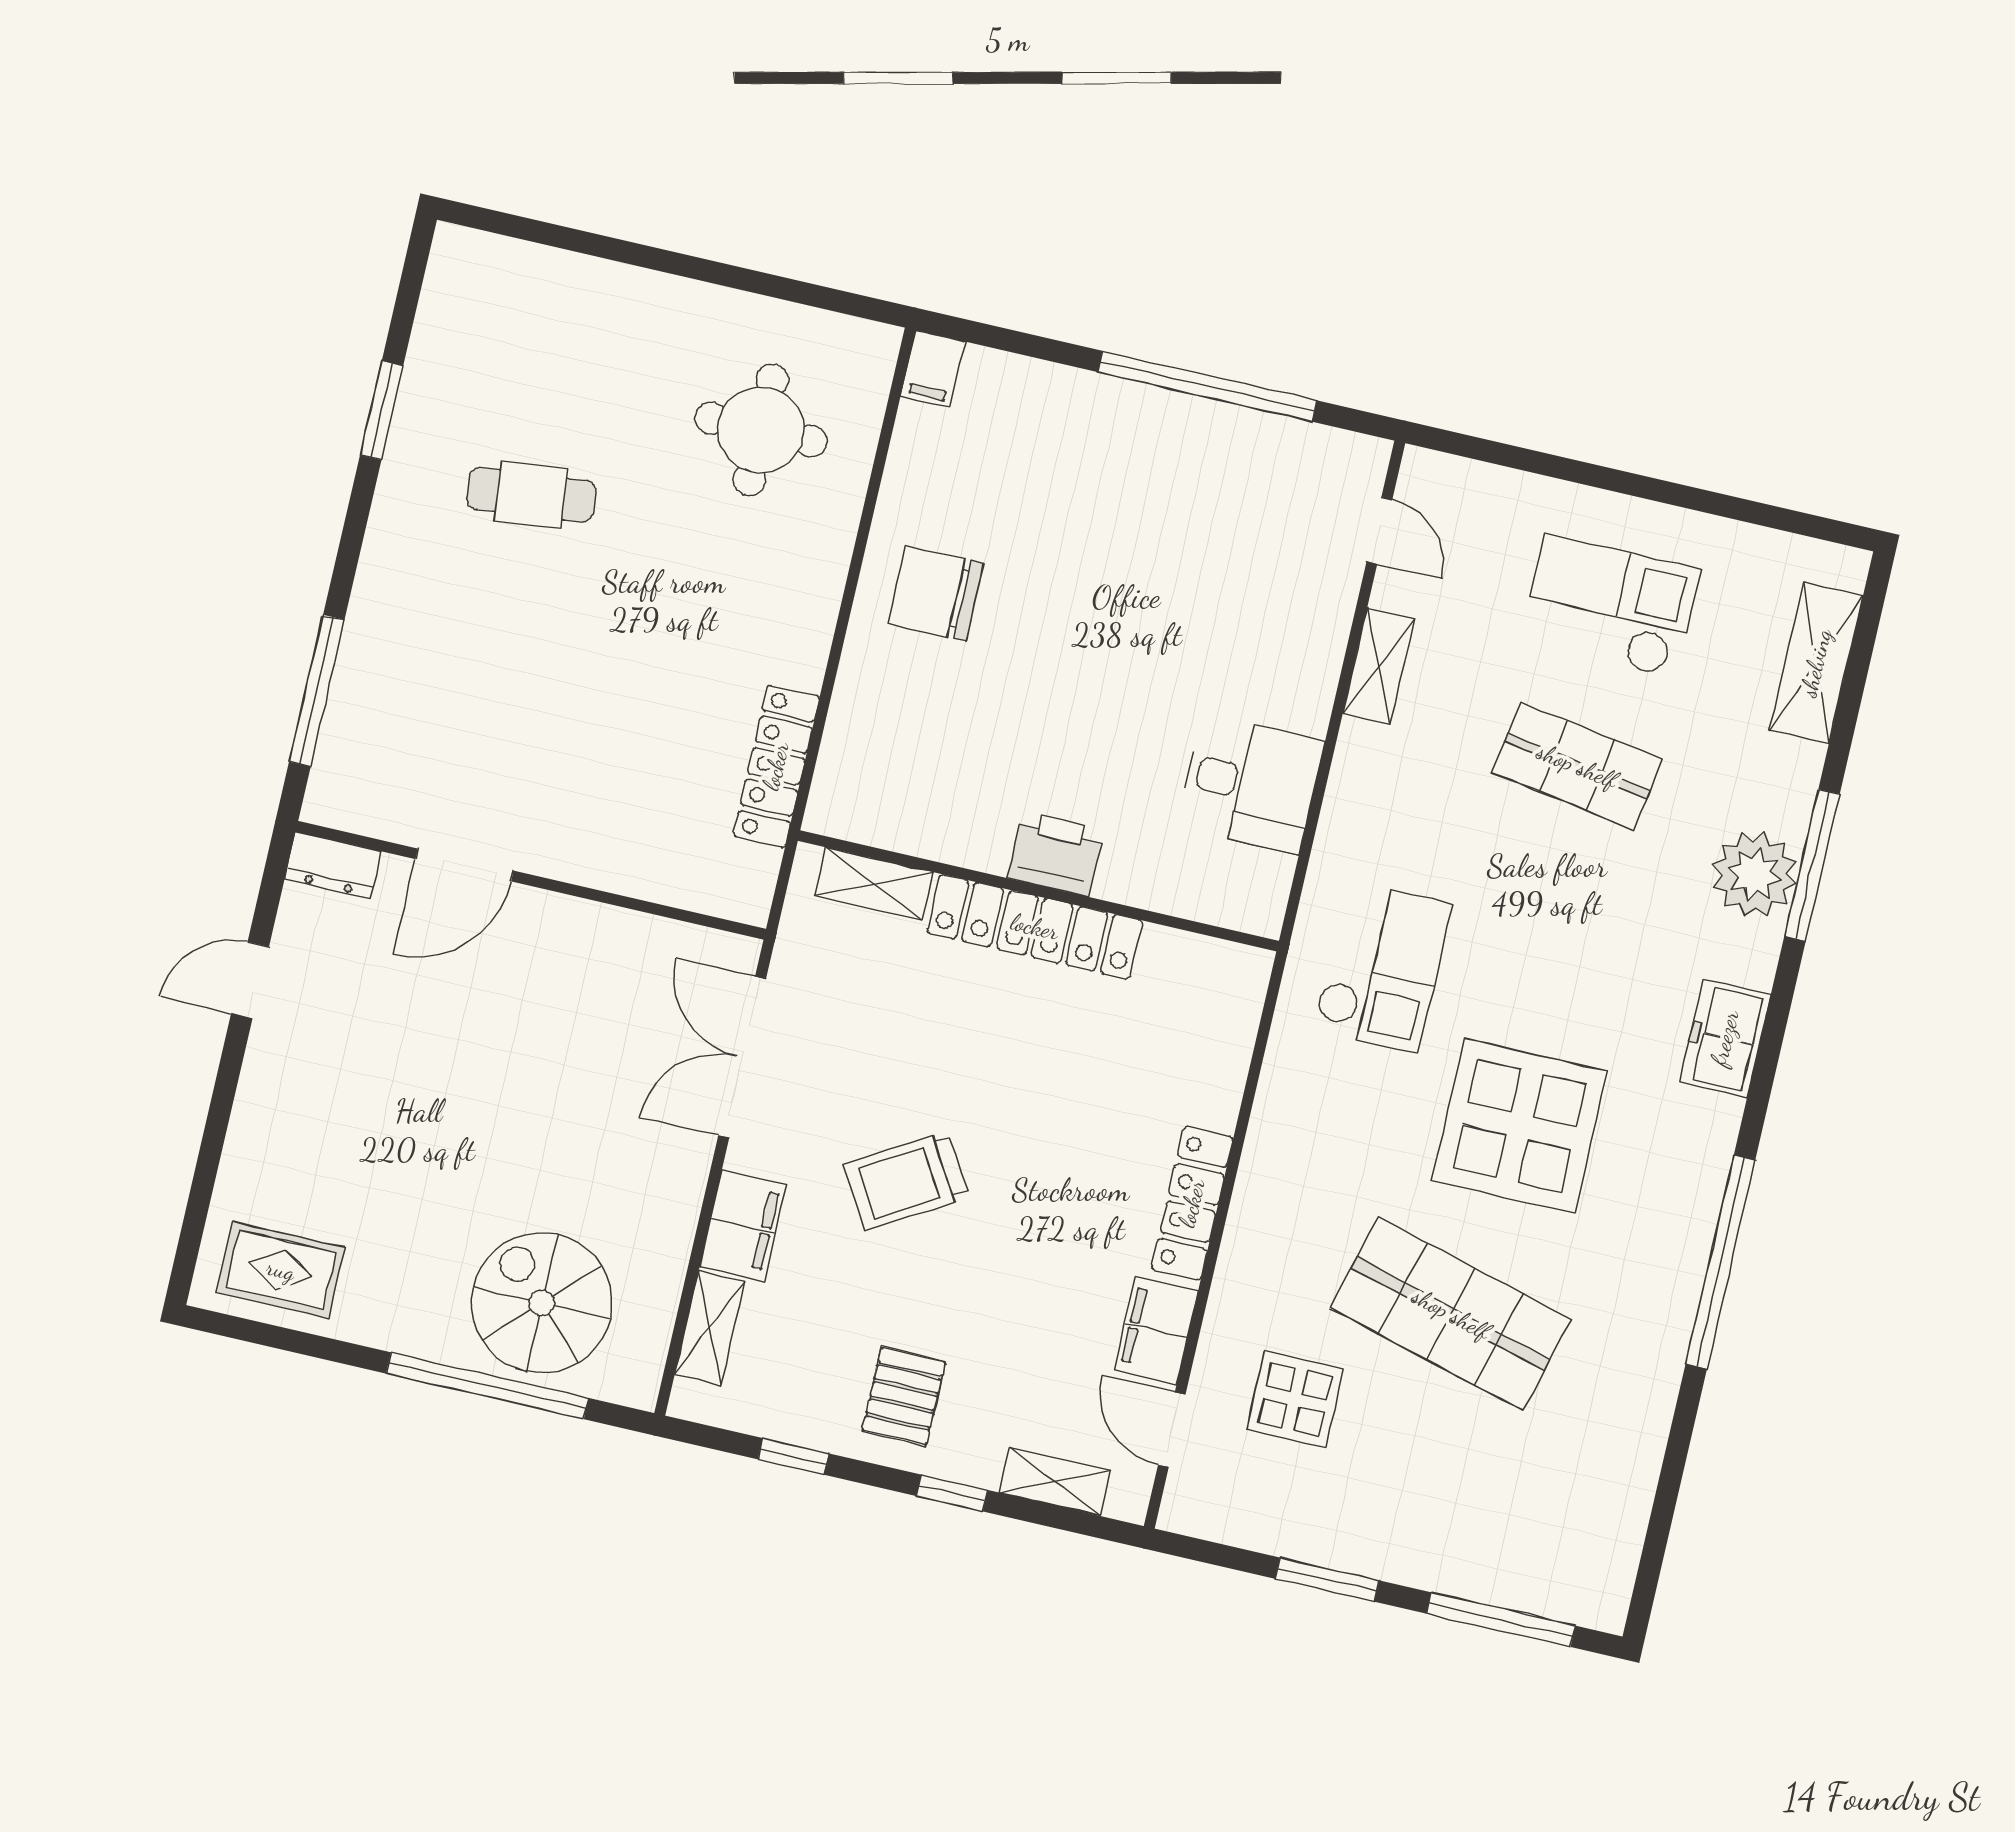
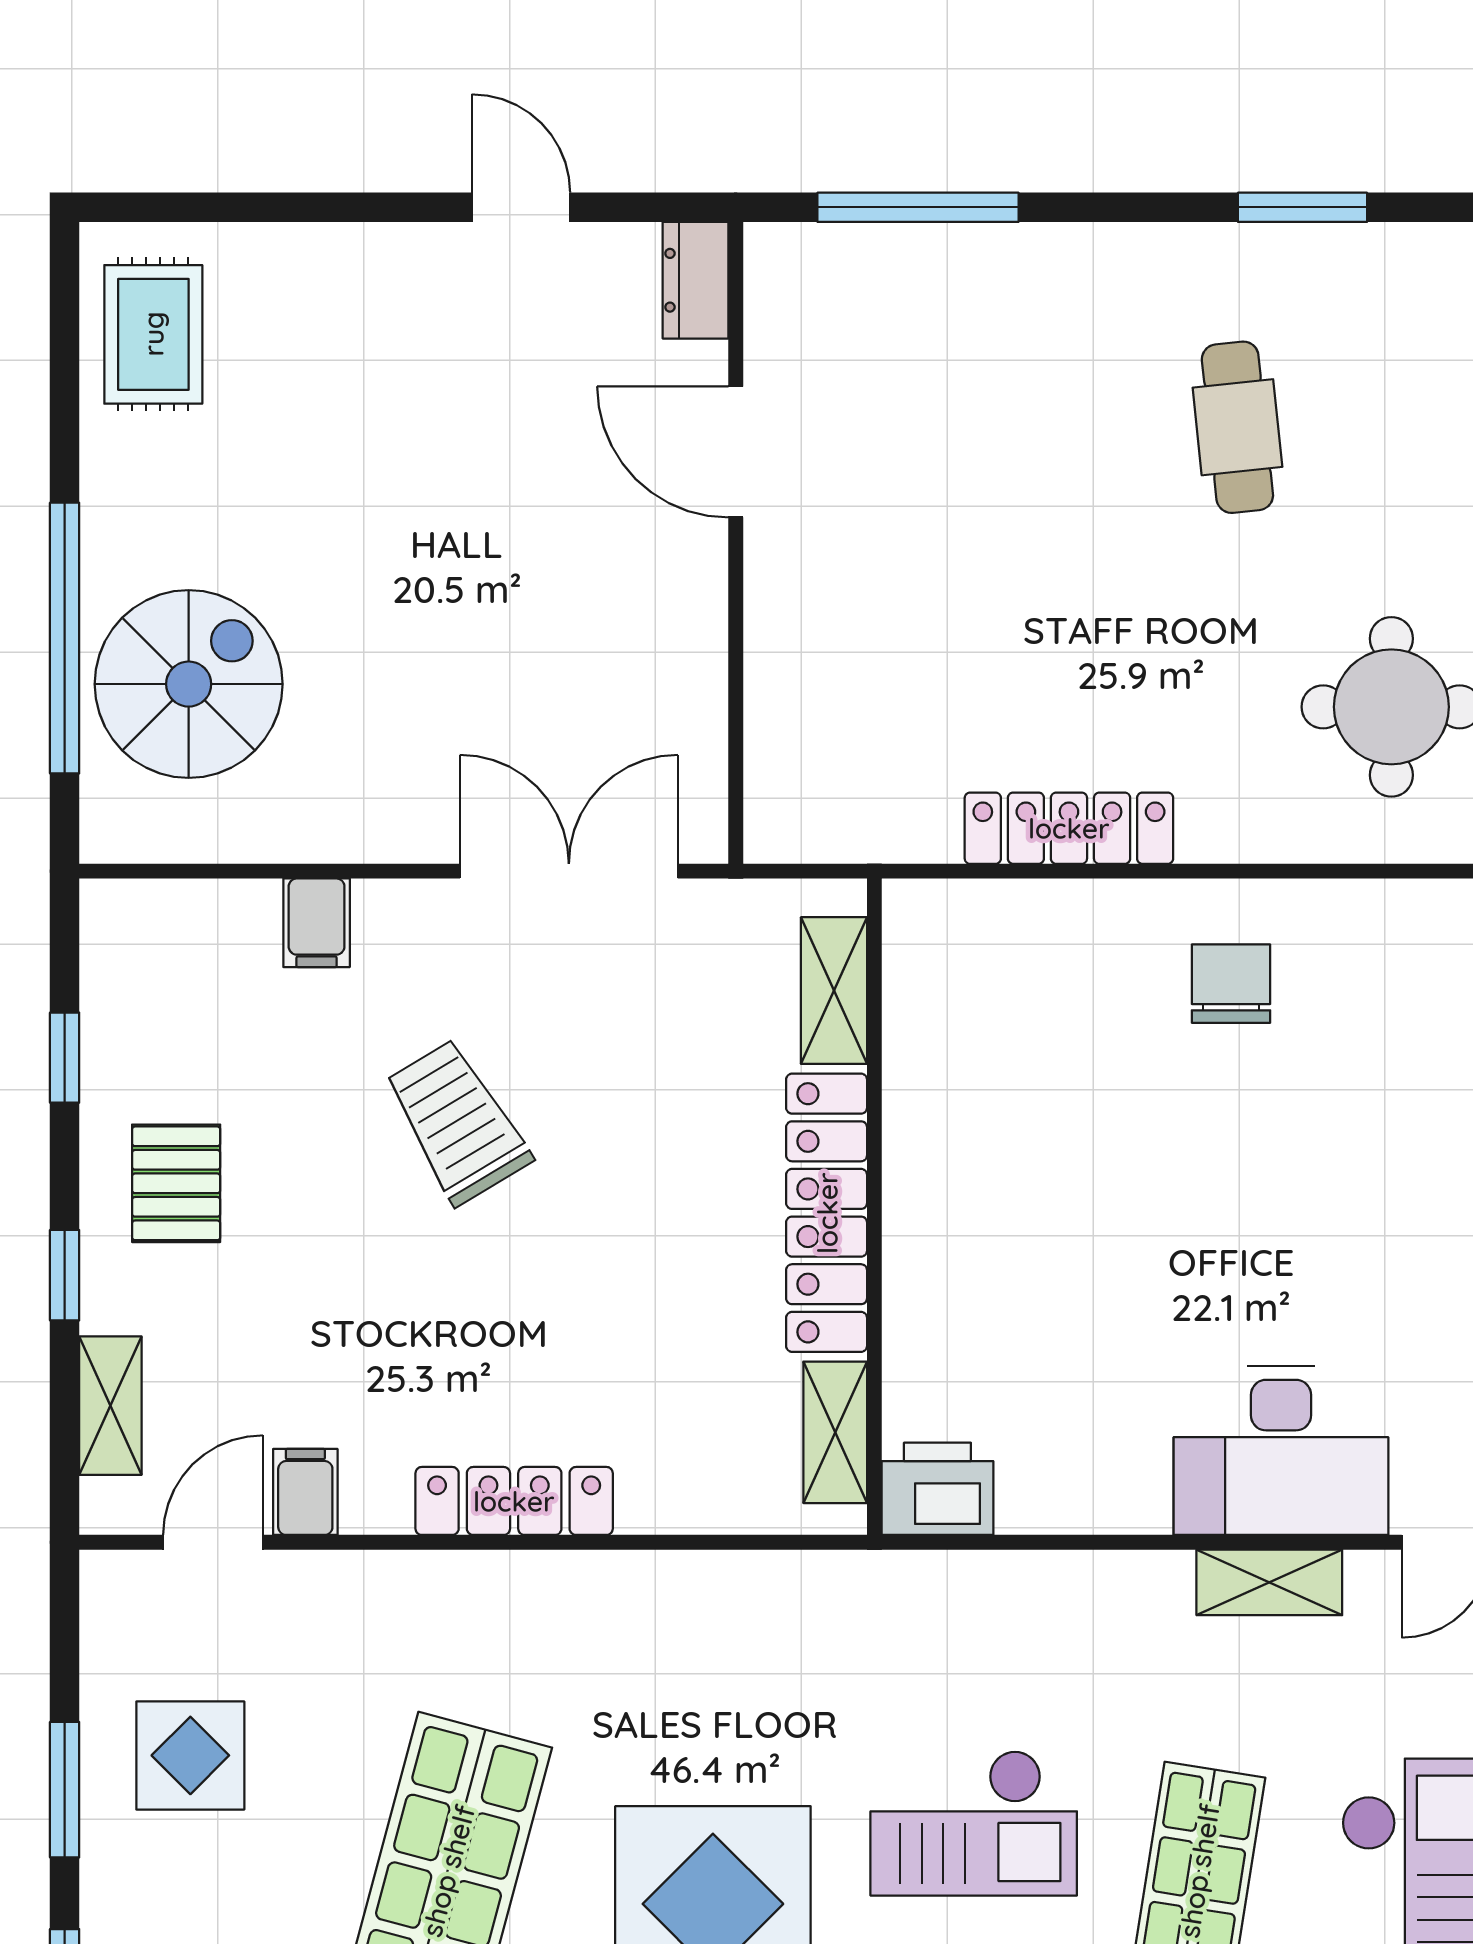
chair: (936, 593) -> (1231, 984), width x0.73, depth x0.73
locker: (776, 766) -> (1069, 828), moved
desk: (1250, 784) -> (1281, 1451), moved, width x1.37
printer: (1055, 854) -> (937, 1489), moved, turned -90
checkout: (1382, 967) -> (974, 1823), moved
filing cabinet: (743, 1226) -> (317, 923), width x0.50
shelving: (710, 1328) -> (835, 1432), moved, turned 90
filing cabinet: (1156, 1330) -> (305, 1492), width x0.50
pallet: (904, 1396) -> (176, 1183), turned 90
display table: (1295, 1399) -> (190, 1755), moved

